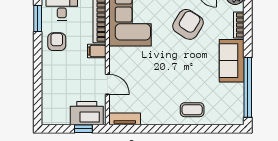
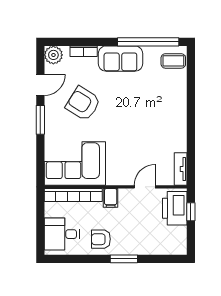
window: (38, 19) -> (124, 259), moved
coffee table: (192, 110) -> (173, 61), moved, turned 90

